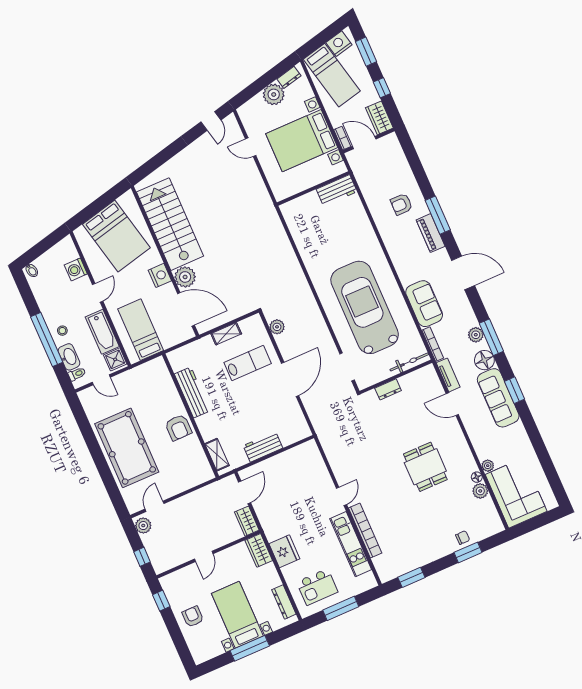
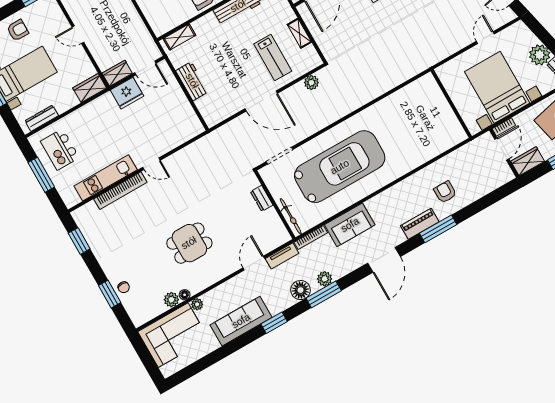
workbench: (337, 190) -> (452, 127), removed
sofa: (498, 398) -> (241, 321), moved
fridge: (284, 551) -> (127, 93), moved

